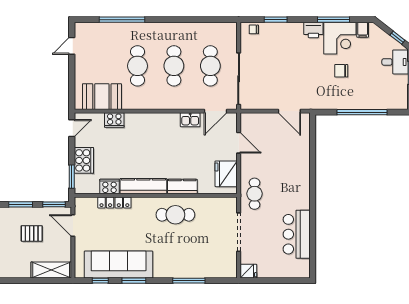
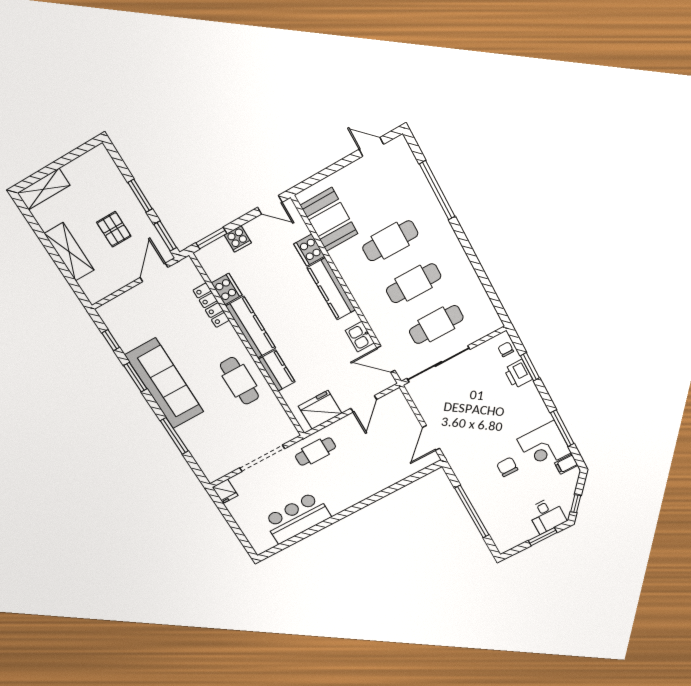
printer: (313, 30) -> (518, 374), moved
kitchen counter: (148, 120) -> (331, 289), added
cooker: (84, 160) -> (238, 239), width x0.53, depth x0.76
sofa: (119, 264) -> (164, 383), moved
shelving: (51, 270) -> (69, 252), moved

